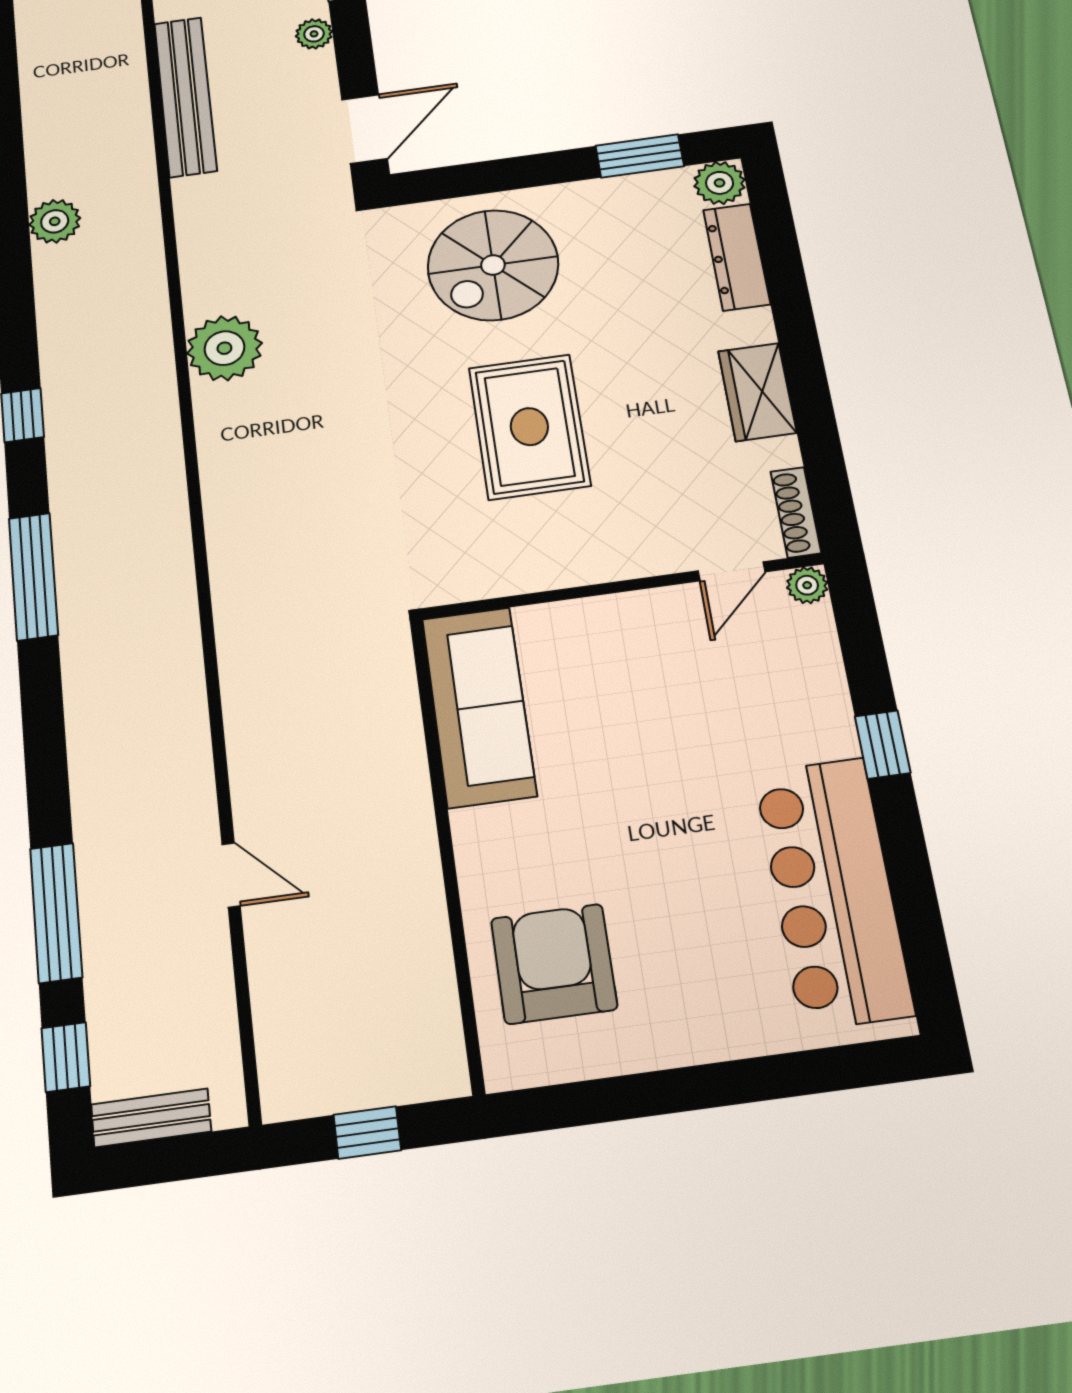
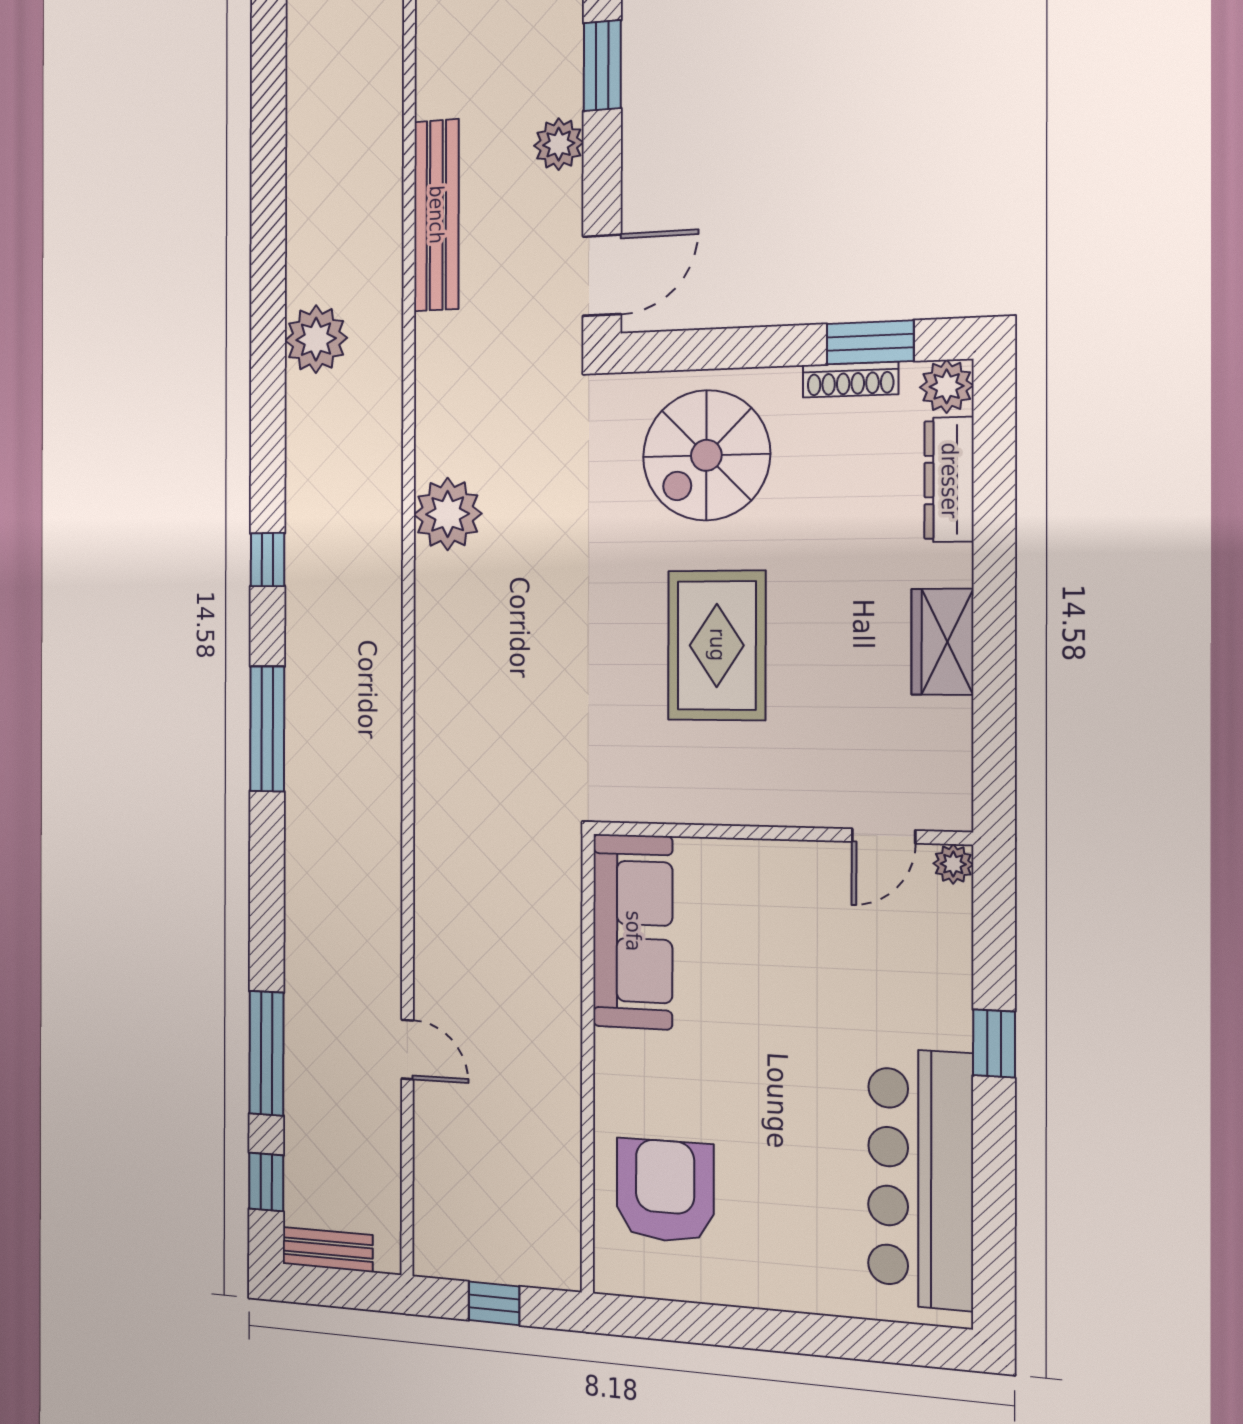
plant: (314, 34) -> (559, 144), width x1.38, depth x1.38
plant: (55, 221) -> (316, 339), width x1.36, depth x1.36
shoe rack: (796, 512) -> (850, 380), moved, turned -90

